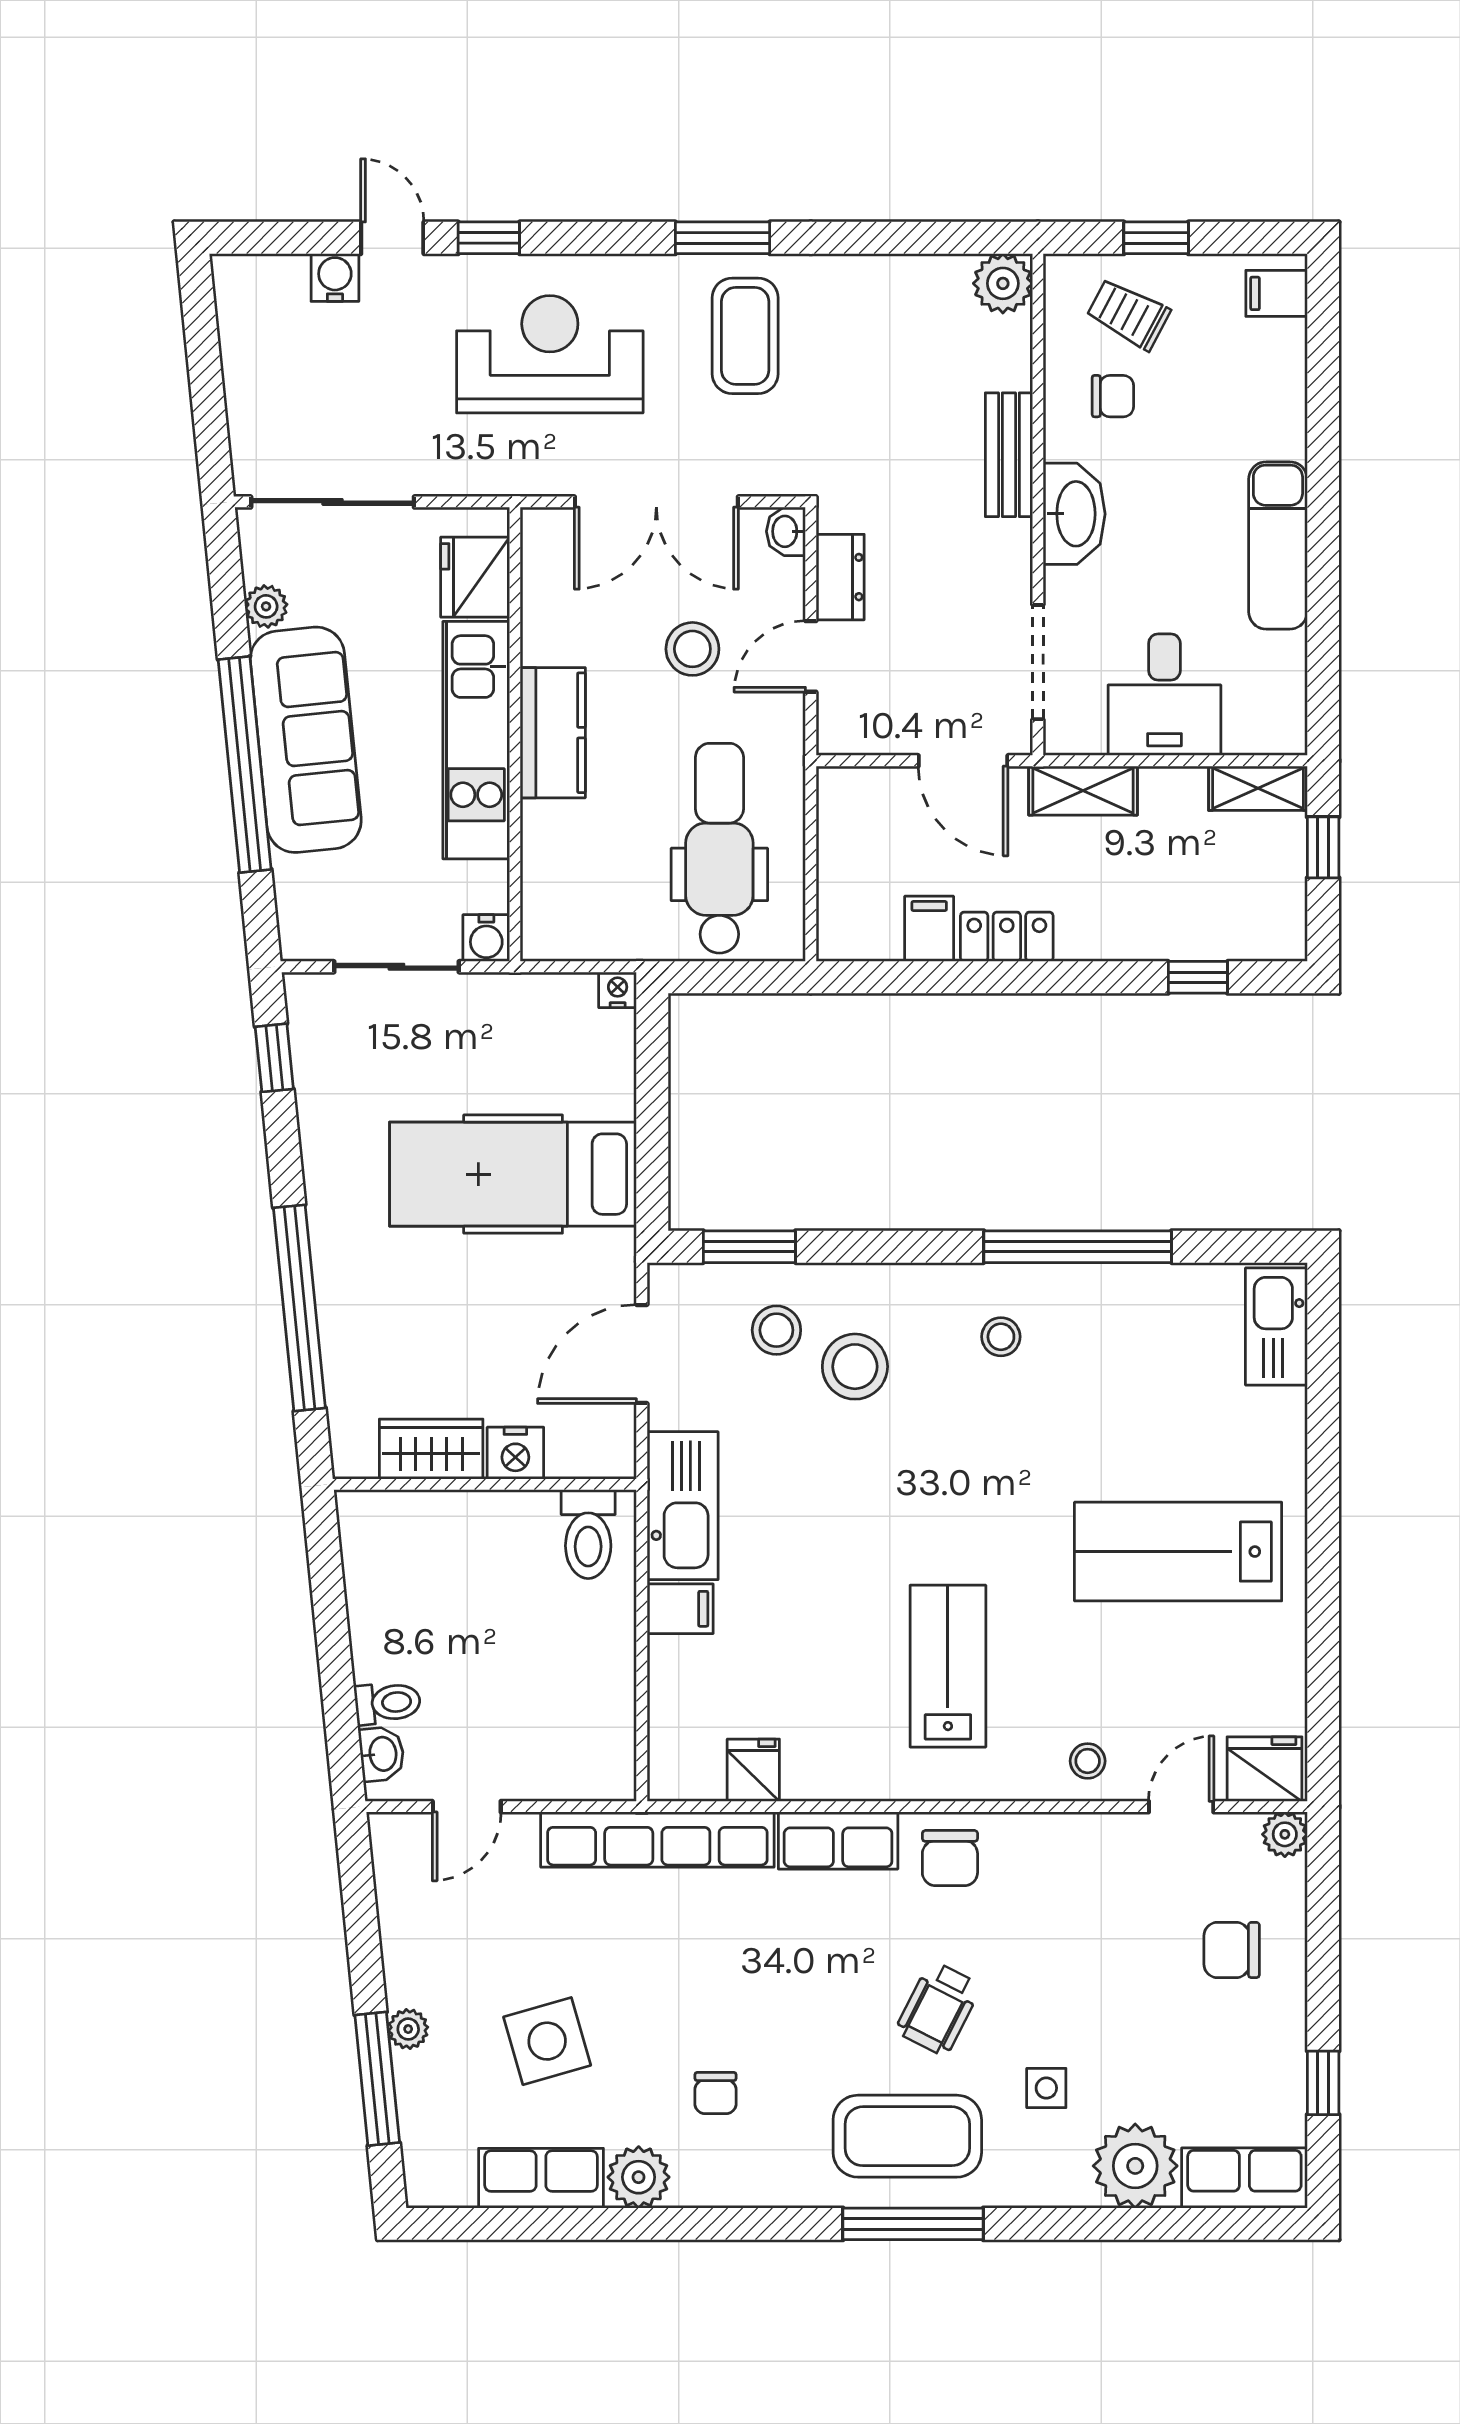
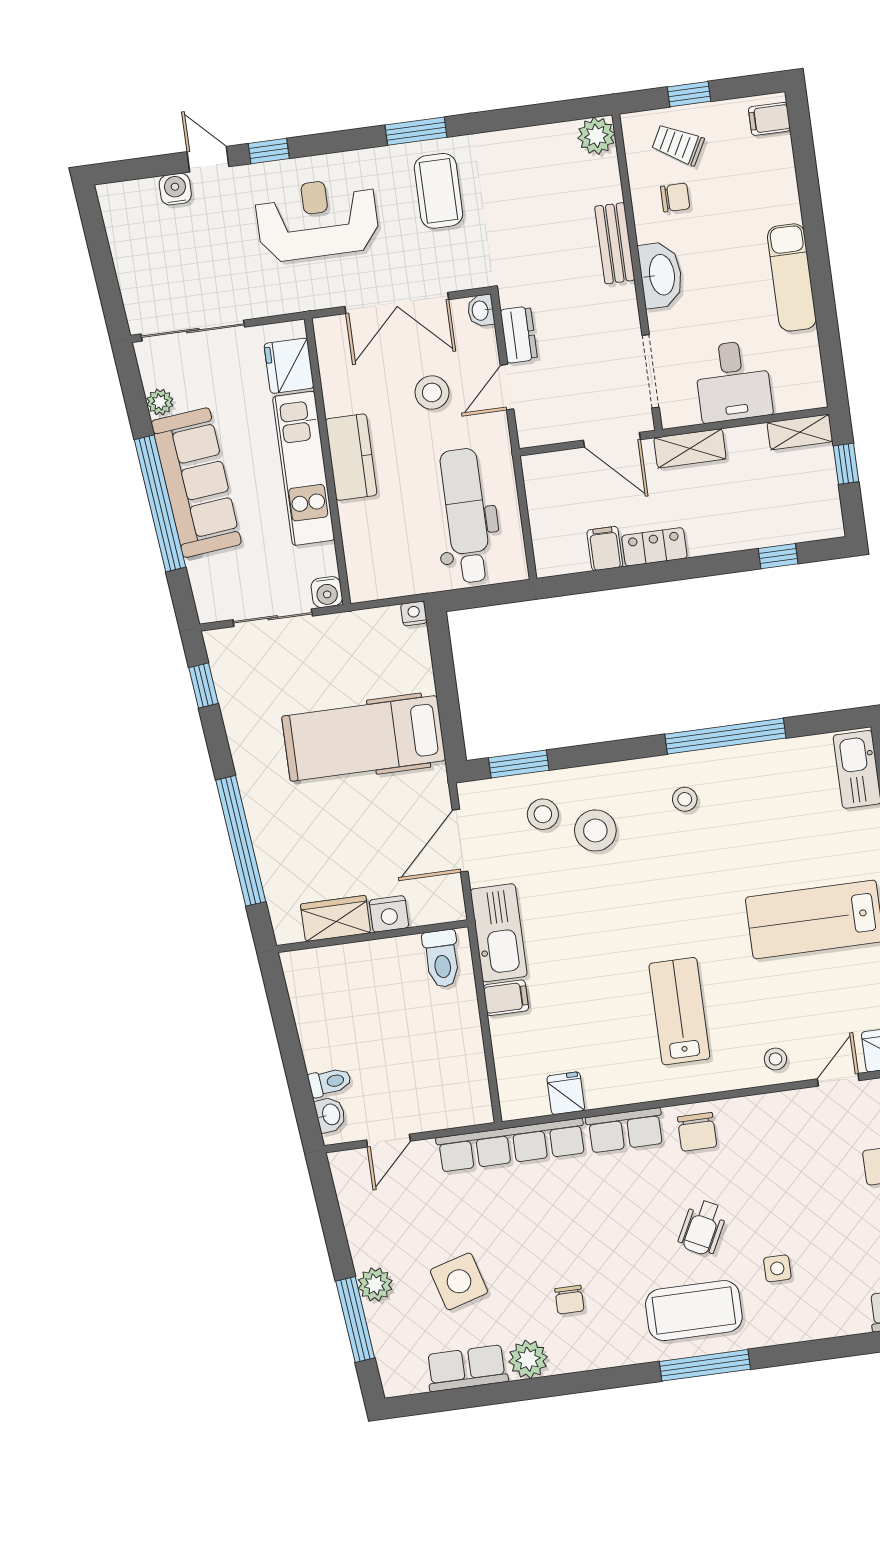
plant: (408, 2029) -> (375, 1284), width x1.38, depth x1.38
plant: (1135, 2166) -> (840, 1310), removed

